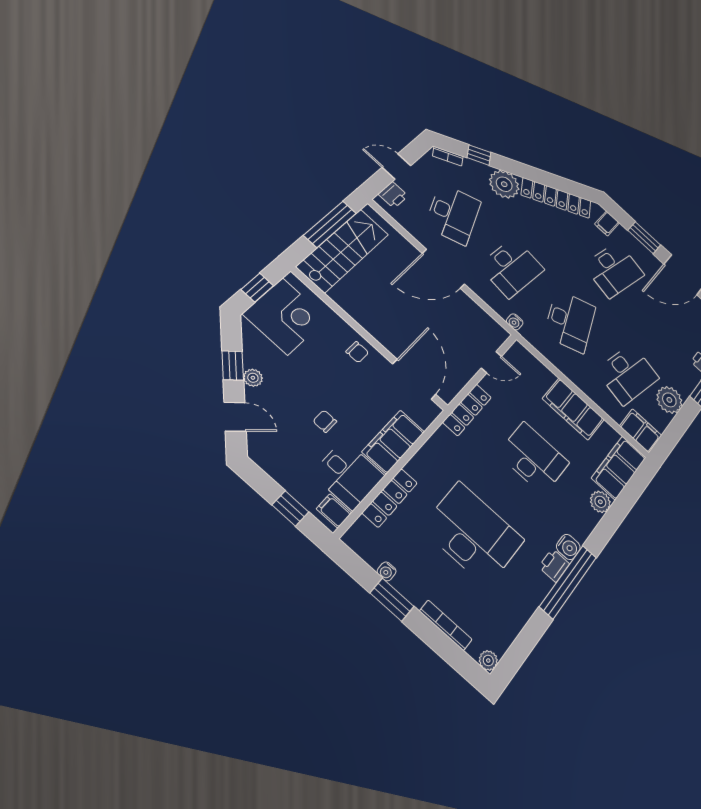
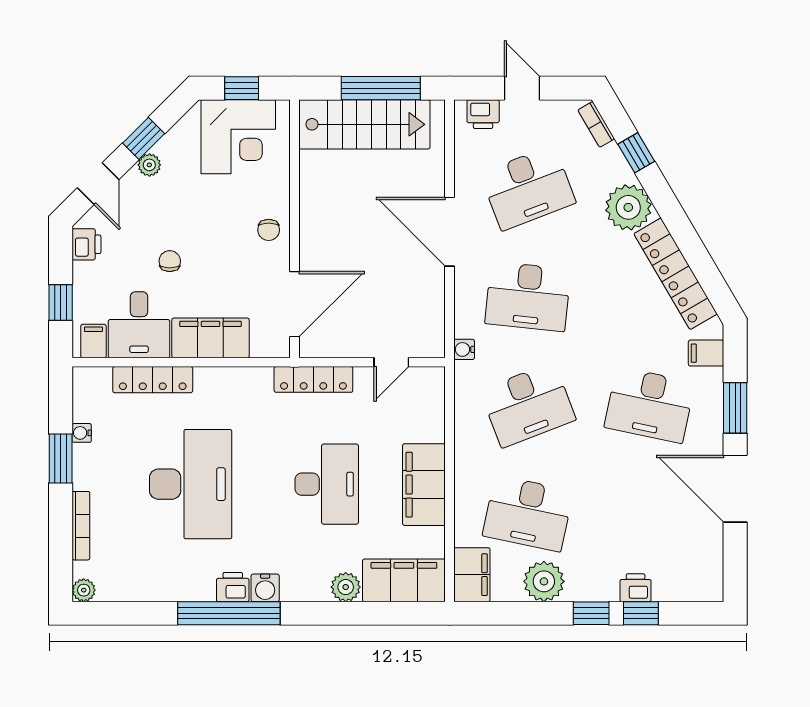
door: (491, 362) -> (391, 362), hinge flipped
printer: (267, 459) -> (86, 244), added

